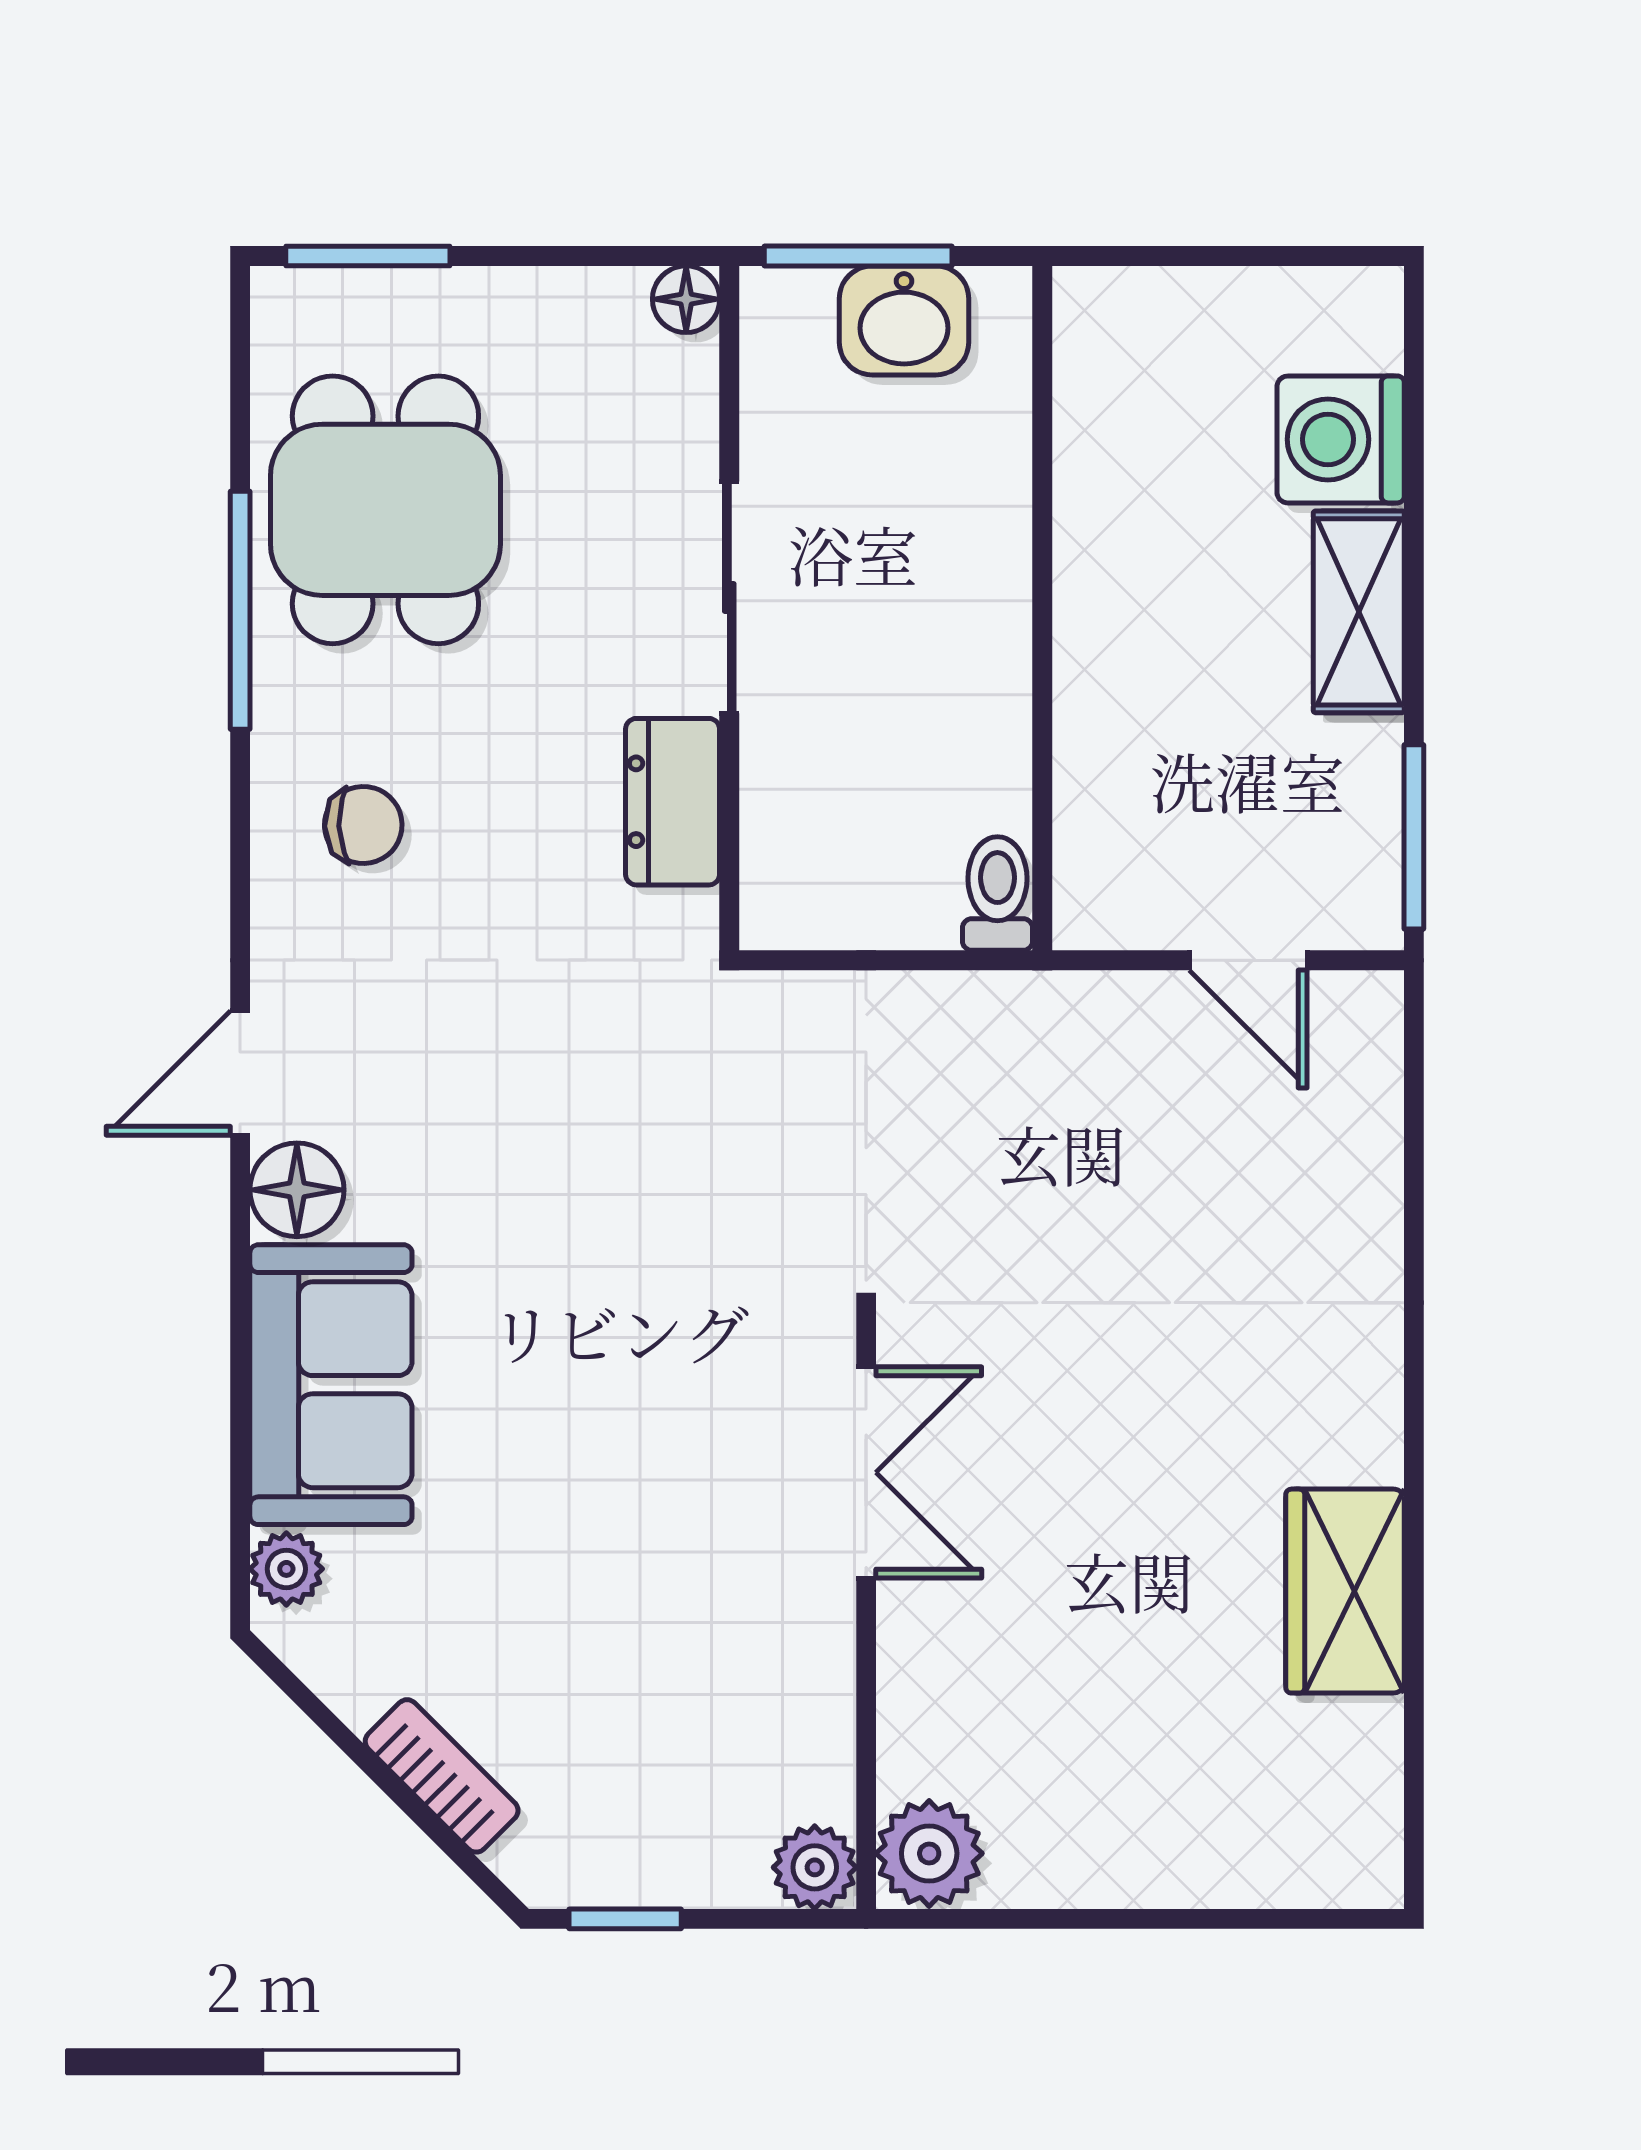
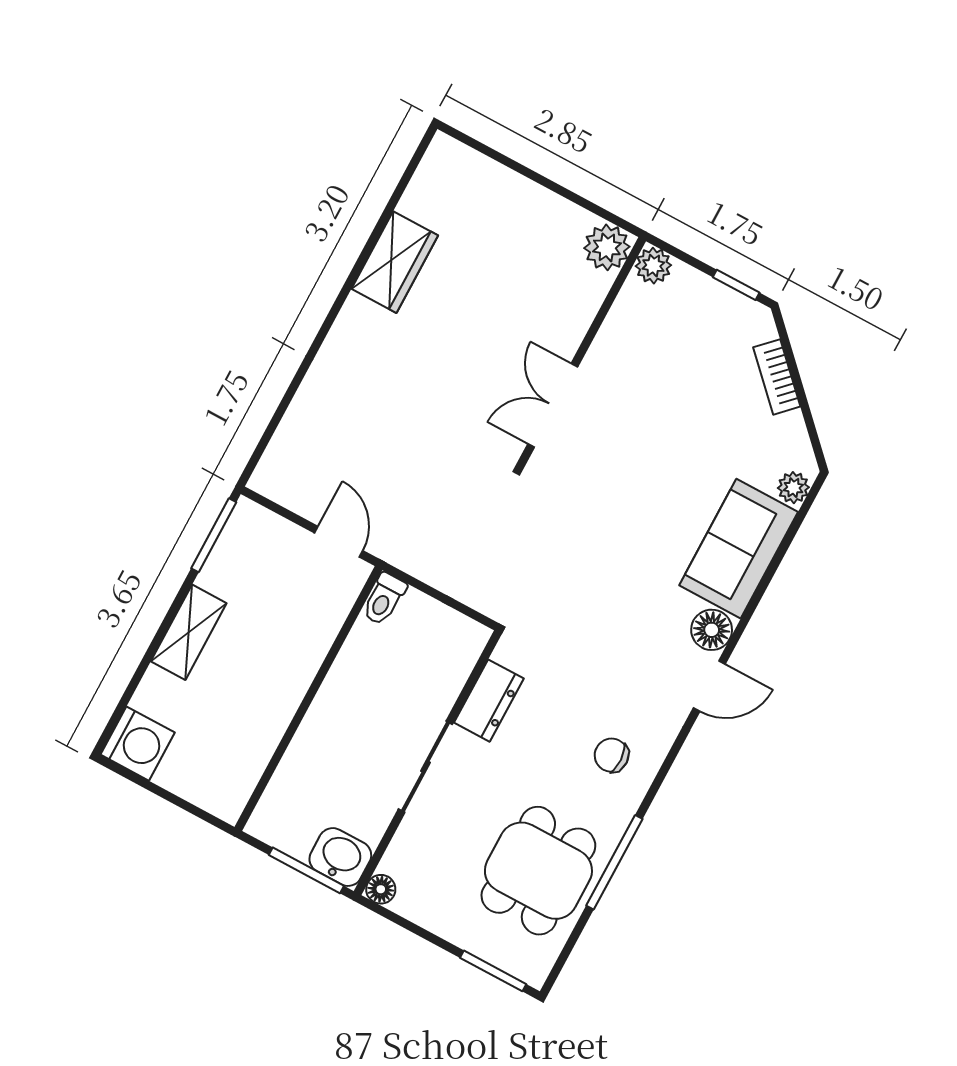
washbasin: (904, 320) -> (340, 857), moved
washing machine: (1341, 439) -> (138, 744), moved
door: (1248, 960) -> (339, 542), moved

